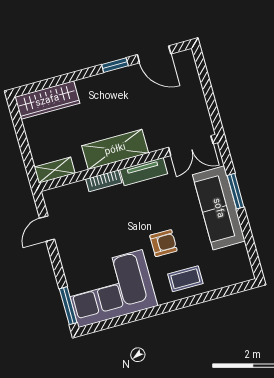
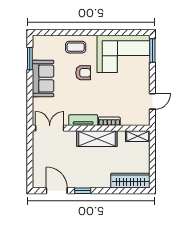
window: (236, 191) -> (30, 59), moved
sofa: (219, 208) -> (43, 78), width x0.73
armchair: (163, 243) -> (83, 73), turned 180

